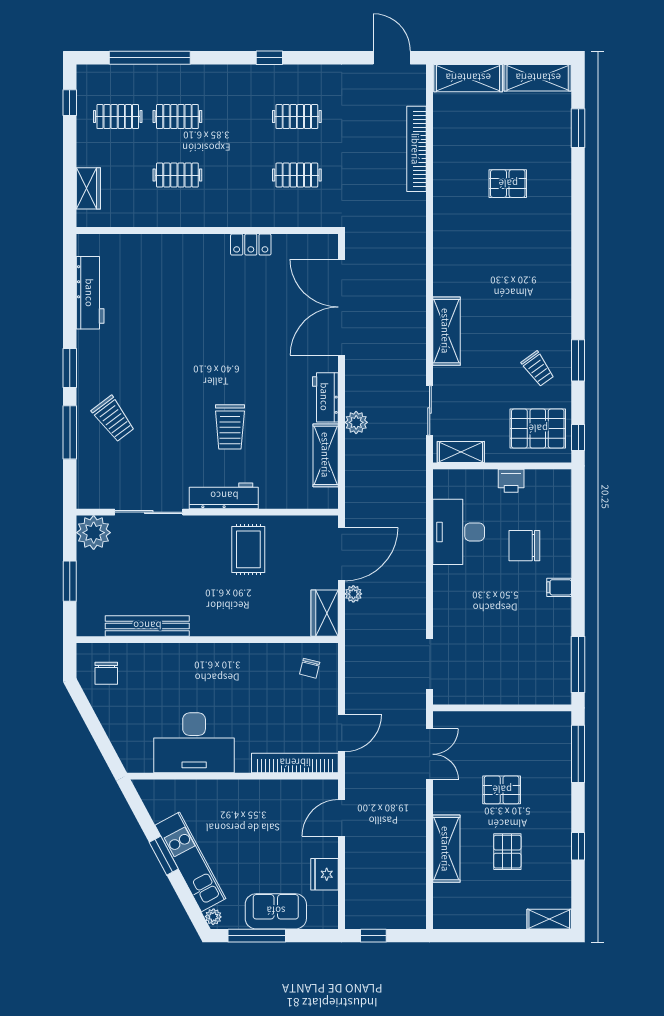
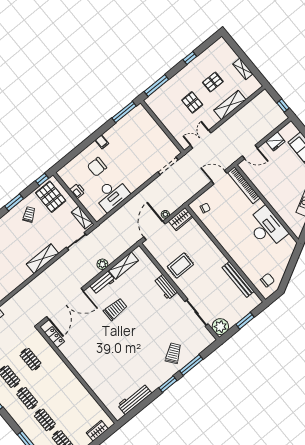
clothes rail: (177, 175) -> (27, 398), moved
locker: (251, 245) -> (54, 337), moved
trolley: (230, 427) -> (115, 309), moved
workbench: (224, 496) -> (166, 287), width x0.73
chair: (524, 546) -> (97, 167), turned 90
door: (342, 554) -> (154, 230), hinge flipped
shelving: (549, 919) -> (243, 69), moved

